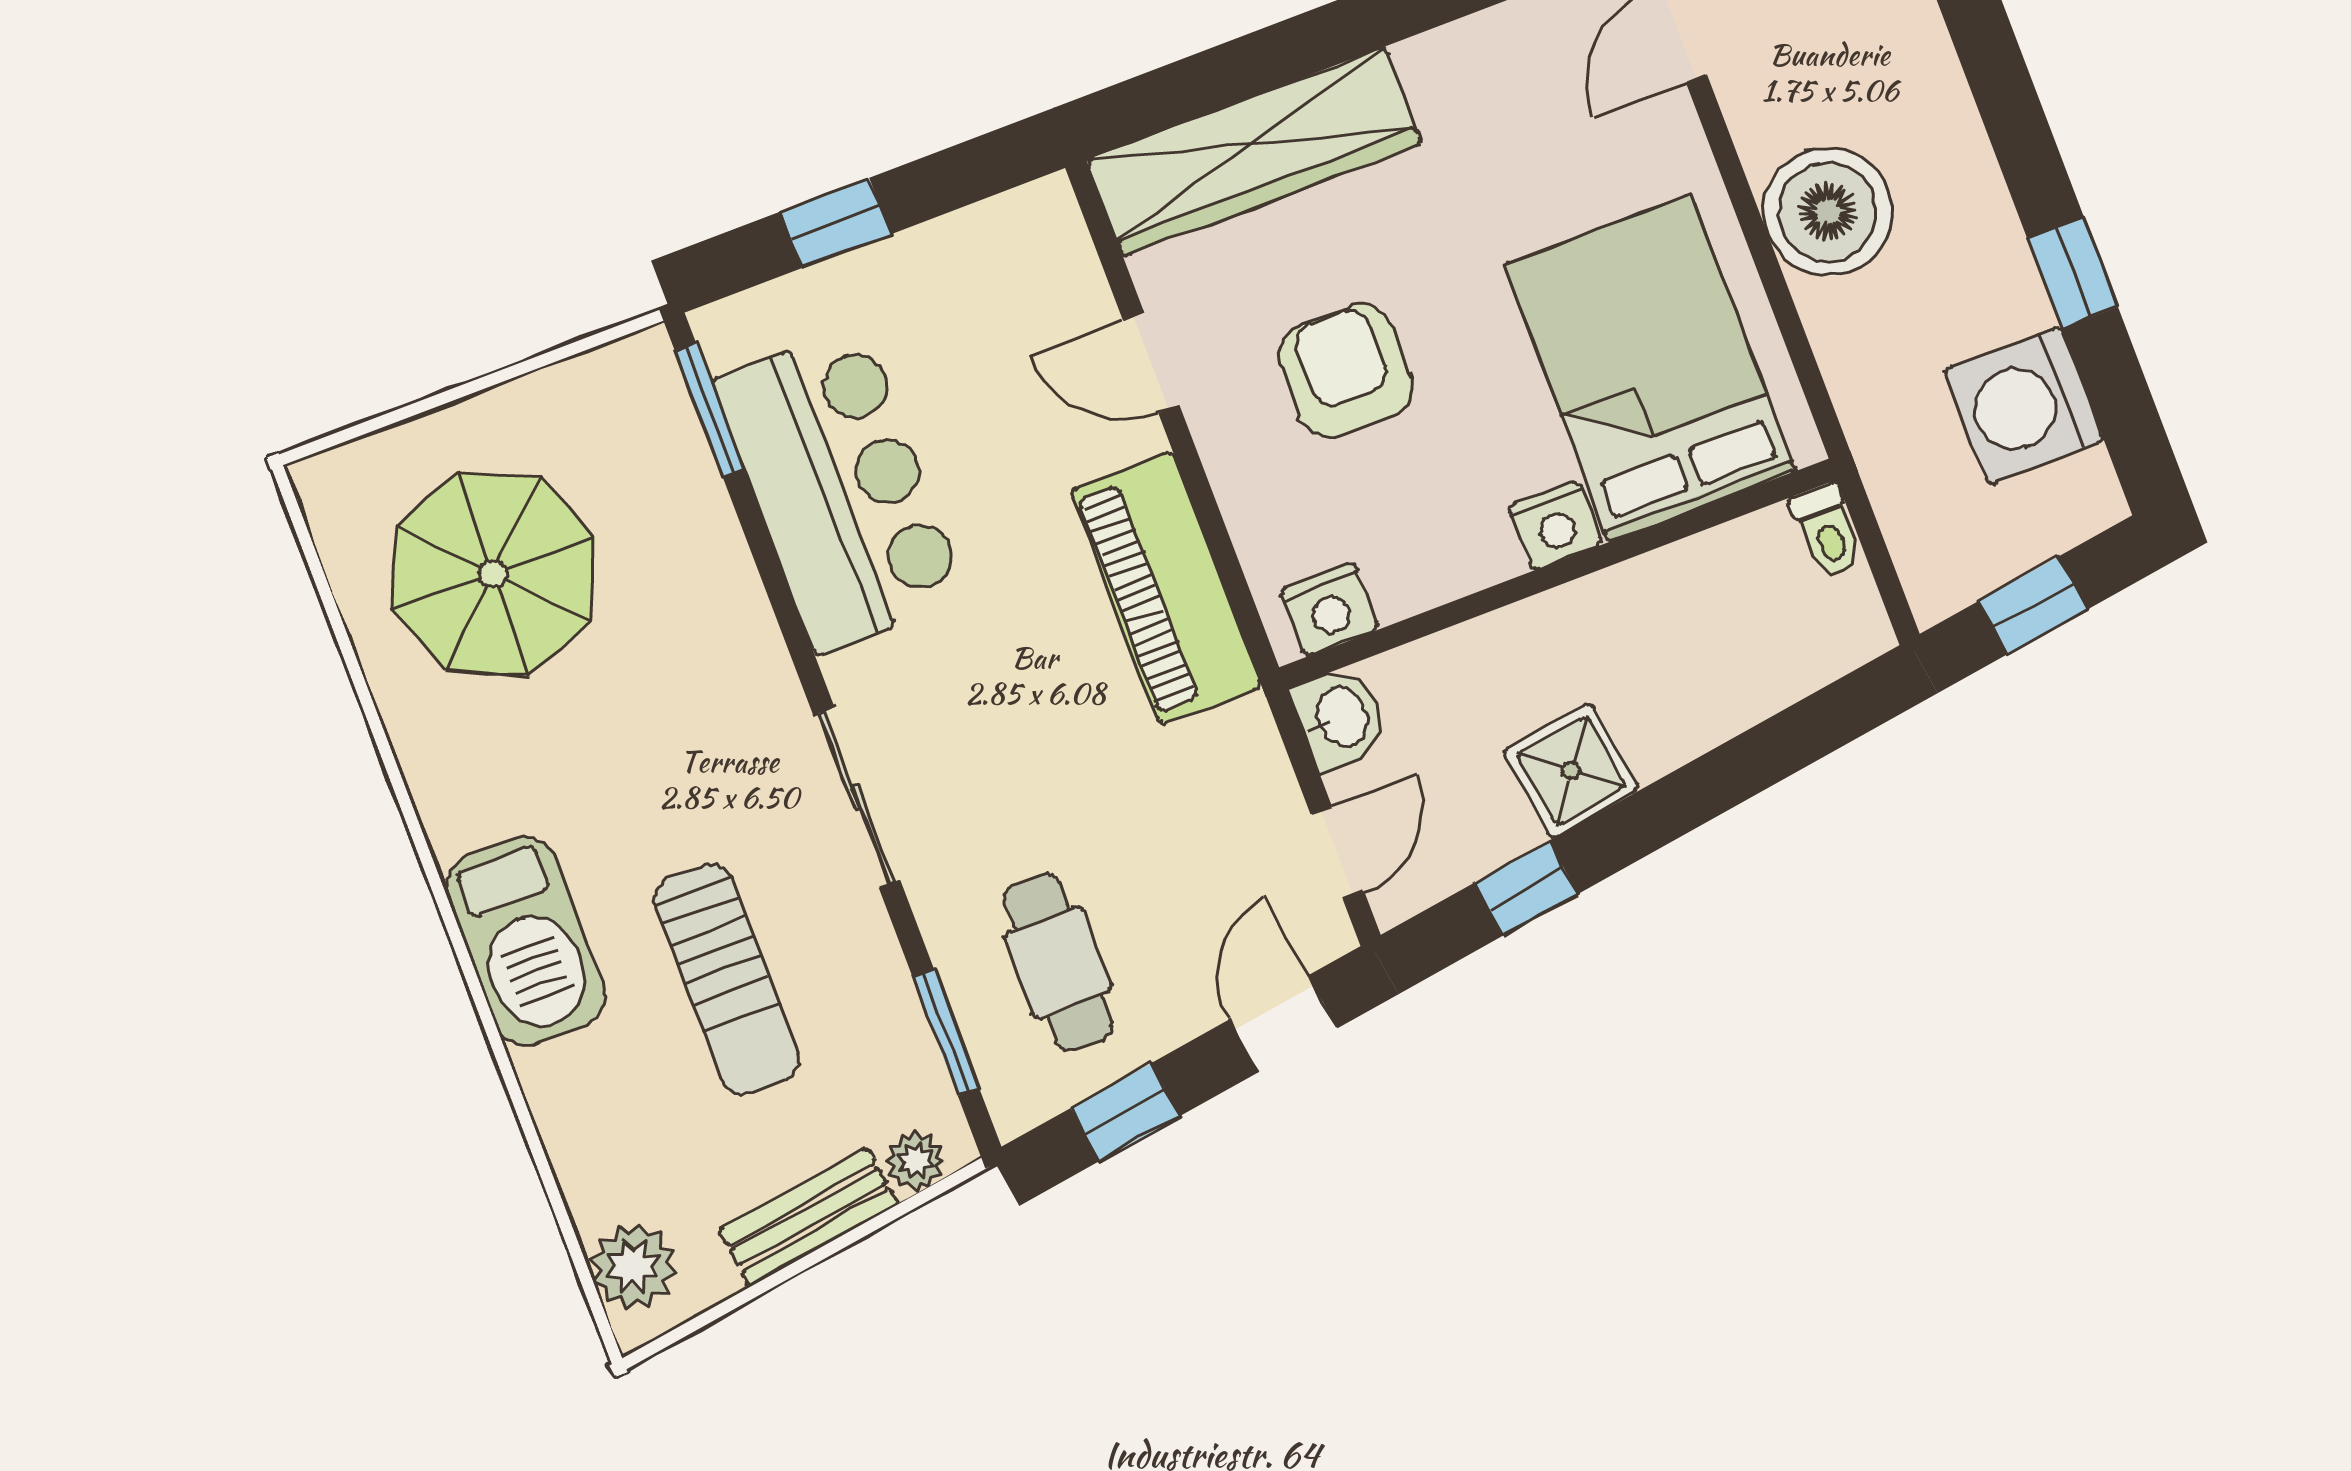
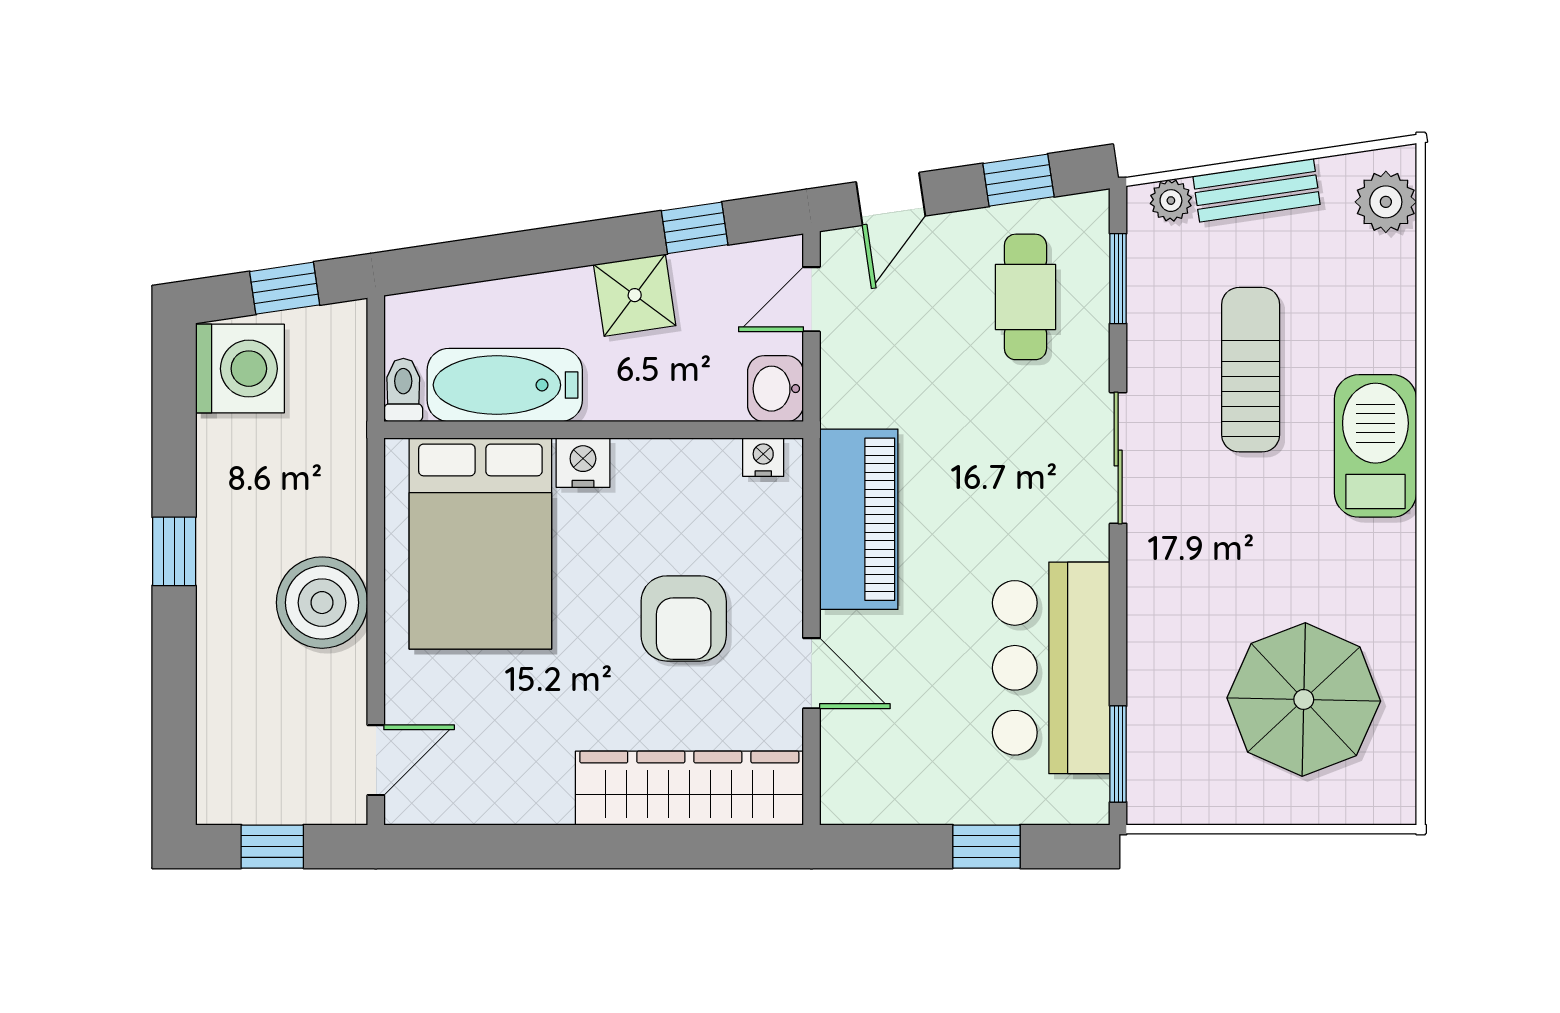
window: (2073, 273) -> (174, 551), moved
washing machine: (2024, 405) -> (240, 369), moved
bathtub: (1697, 588) -> (505, 385), added
nightstand: (1329, 609) -> (763, 457), width x0.72, depth x0.74

